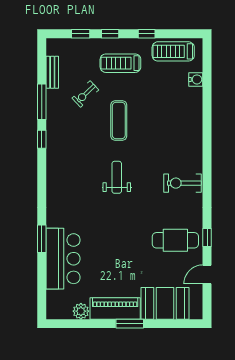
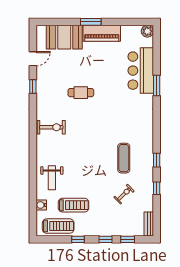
treadmill: (120, 63) -> (73, 205), moved
bench: (52, 72) -> (149, 224), moved
window: (42, 102) -> (157, 188), width x0.46
exercise mat: (119, 120) -> (124, 158), moved
weight bench: (117, 177) -> (52, 178), moved
cafe table: (175, 240) -> (81, 93), moved, width x0.73, depth x0.74
plant: (81, 311) -> (147, 31), moved

